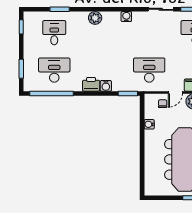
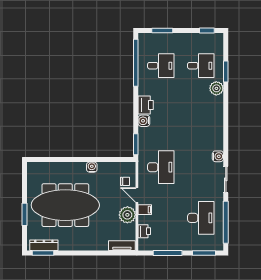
water cooler: (126, 17) -> (218, 156), moved
plant: (95, 18) -> (216, 88), moved
desk: (54, 70) -> (161, 66), width x0.73
water cooler: (149, 124) -> (92, 167), moved

